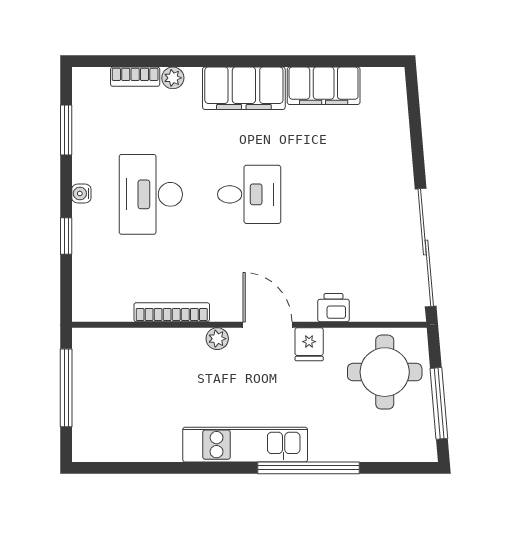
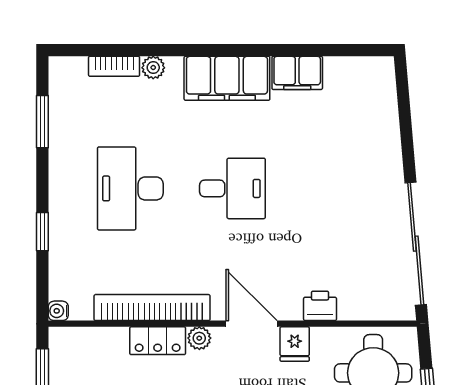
filing cabinet: (324, 86) -> (297, 73), width x0.67, depth x0.86
water cooler: (81, 193) -> (58, 311), moved
bookcase: (172, 312) -> (152, 308), width x1.48, depth x1.31
locker: (177, 341) -> (158, 341), added

